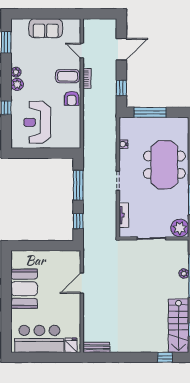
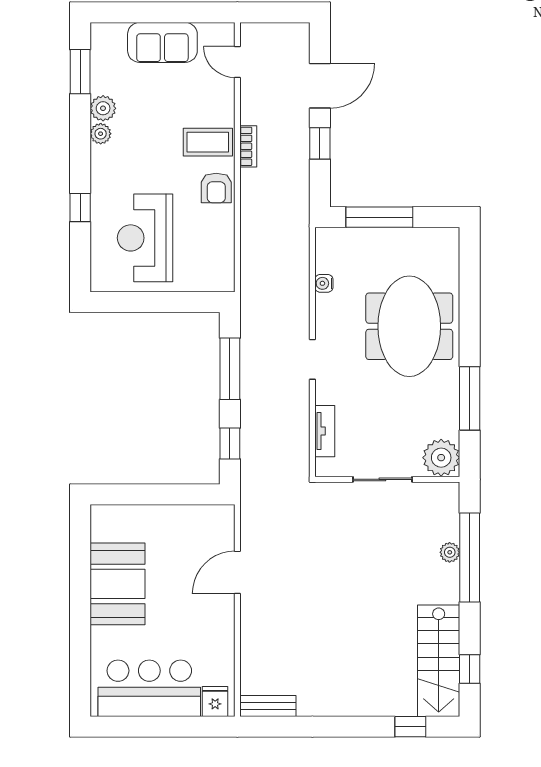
door: (82, 51) -> (237, 62), moved
plant: (17, 84) -> (103, 108), moved
window: (121, 88) -> (320, 143), moved

